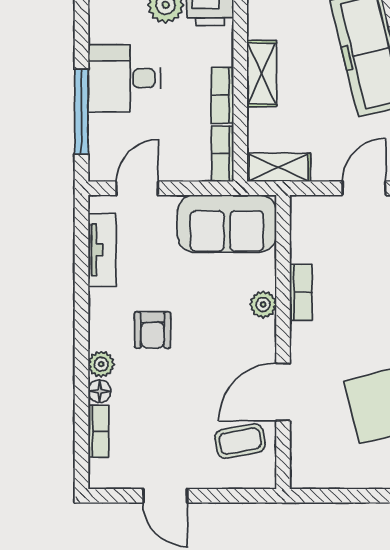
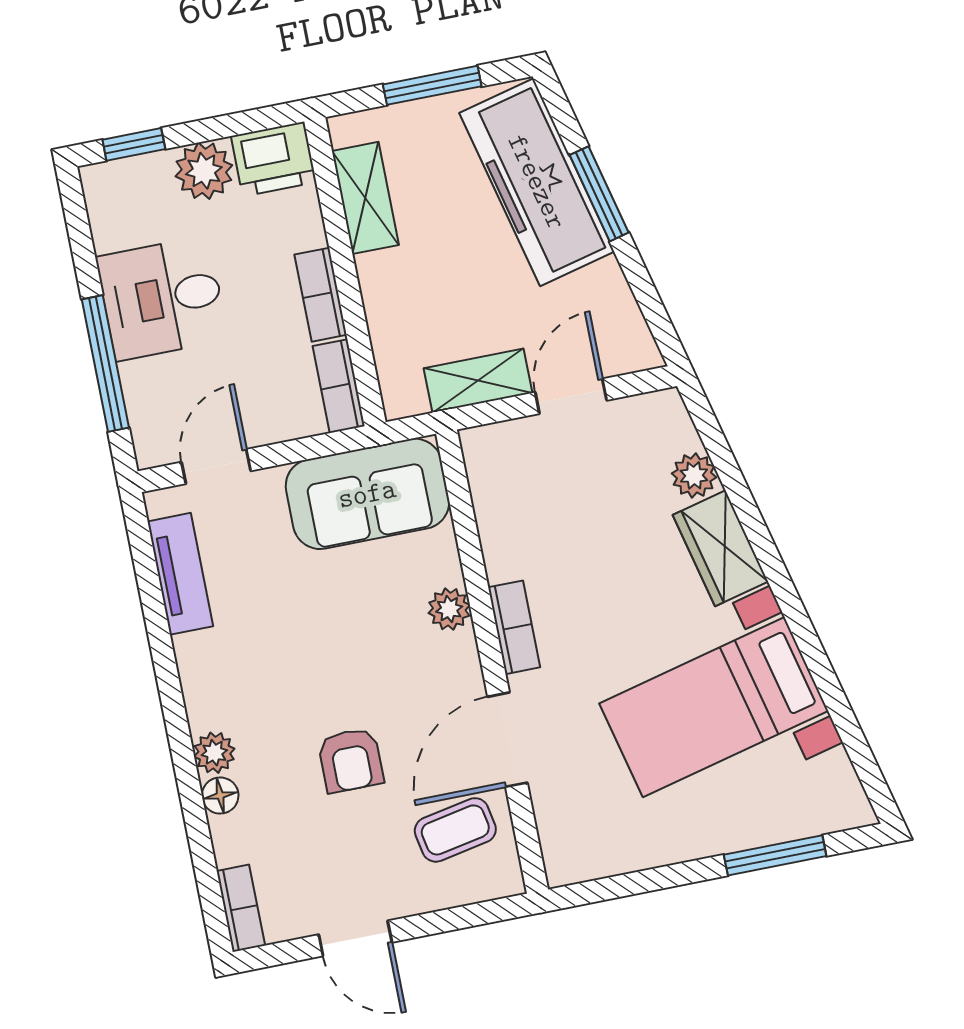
shelving: (262, 74) -> (365, 198), moved
shelving: (279, 167) -> (478, 381), moved
bookcase: (301, 292) -> (514, 627), moved
armchair: (152, 330) -> (351, 760), moved
bookcase: (99, 431) -> (241, 908), moved

